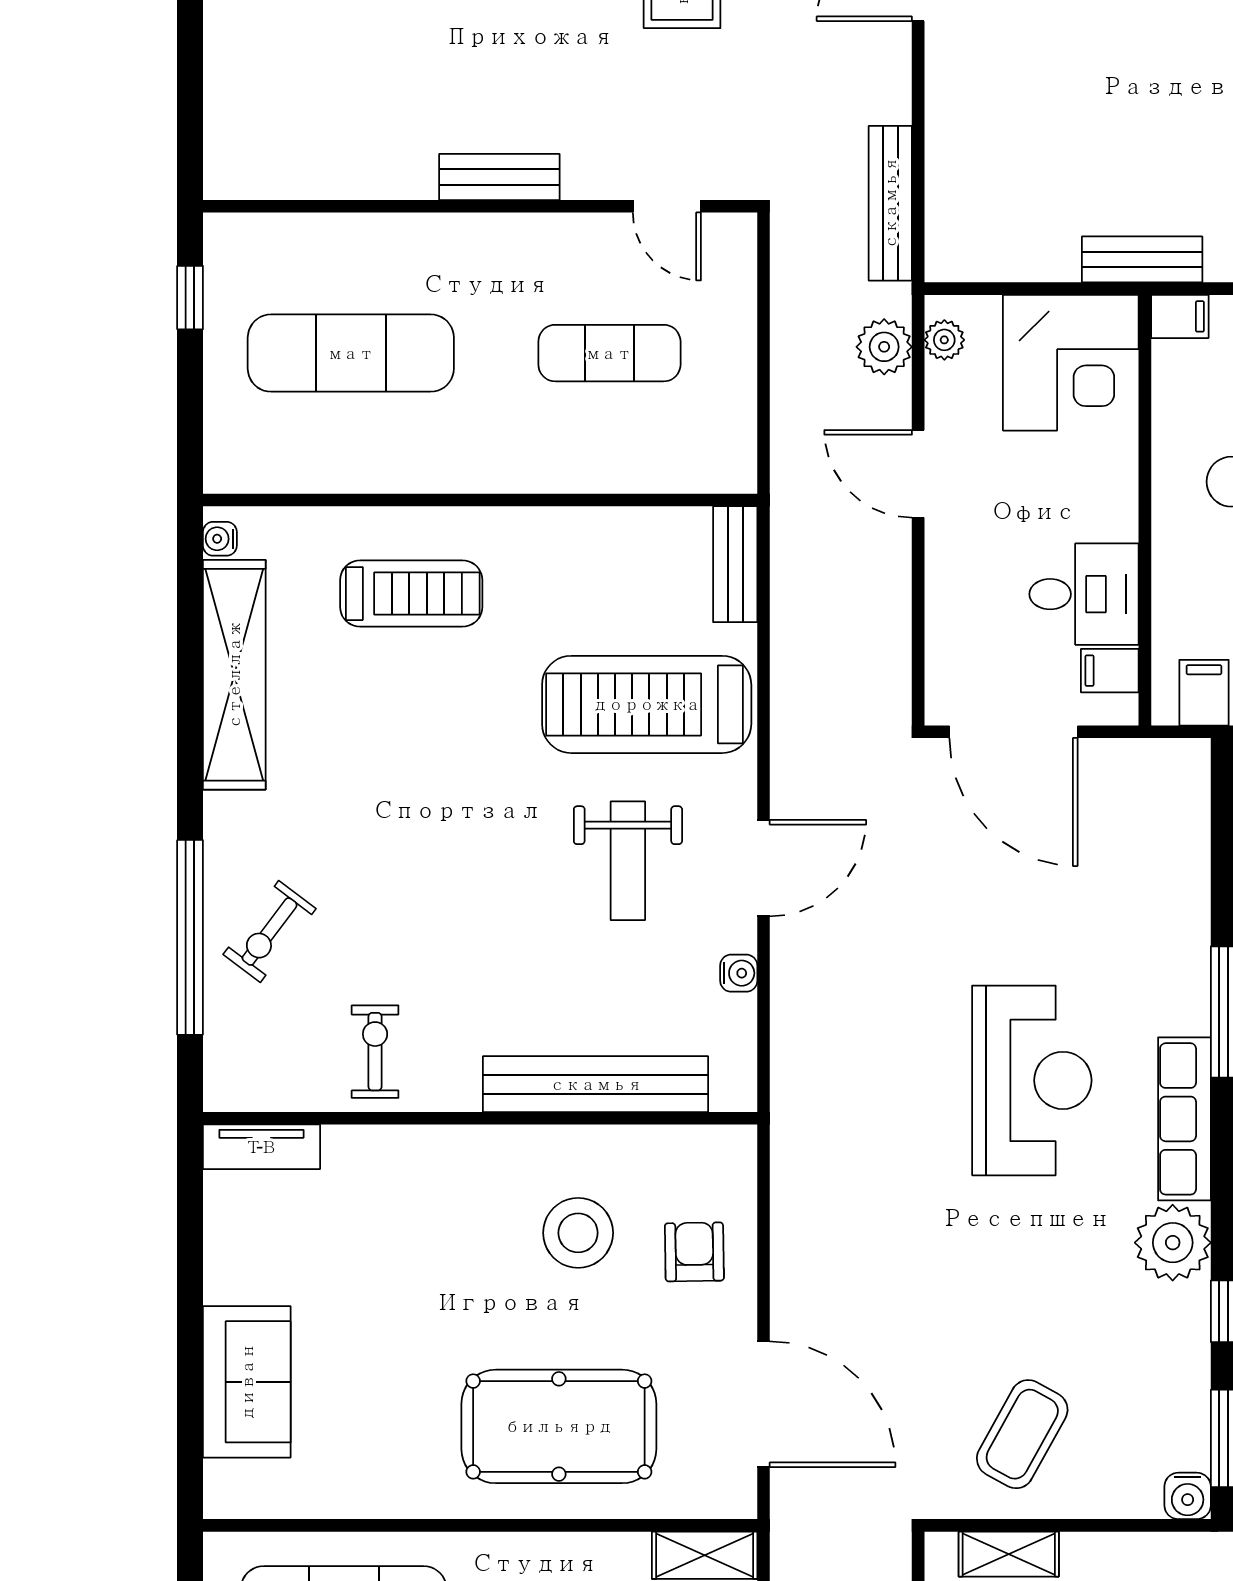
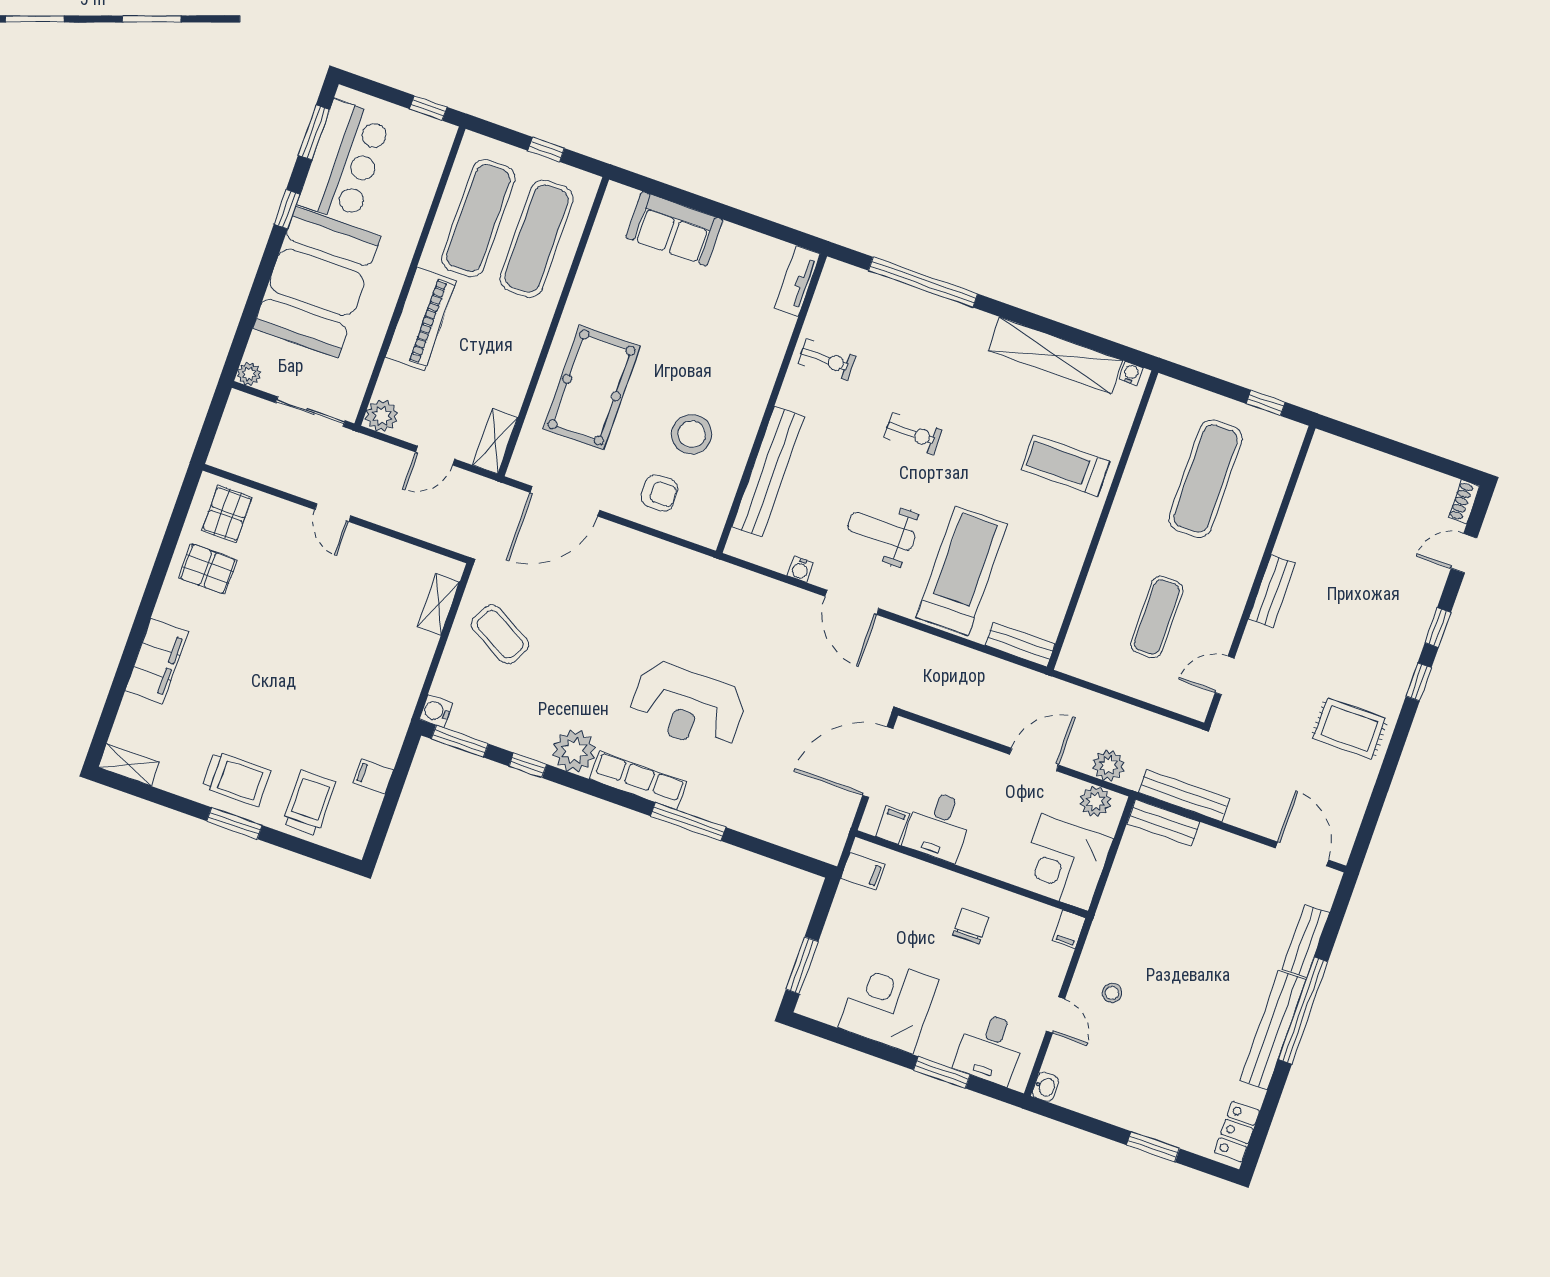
bench: (1142, 259) -> (1163, 823), moved, turned 90
plant: (944, 340) -> (1095, 801), width x1.38, depth x1.38
treadmill: (411, 594) -> (1065, 466), turned 90
exercise bike: (270, 932) -> (913, 434), moved, turned 143

